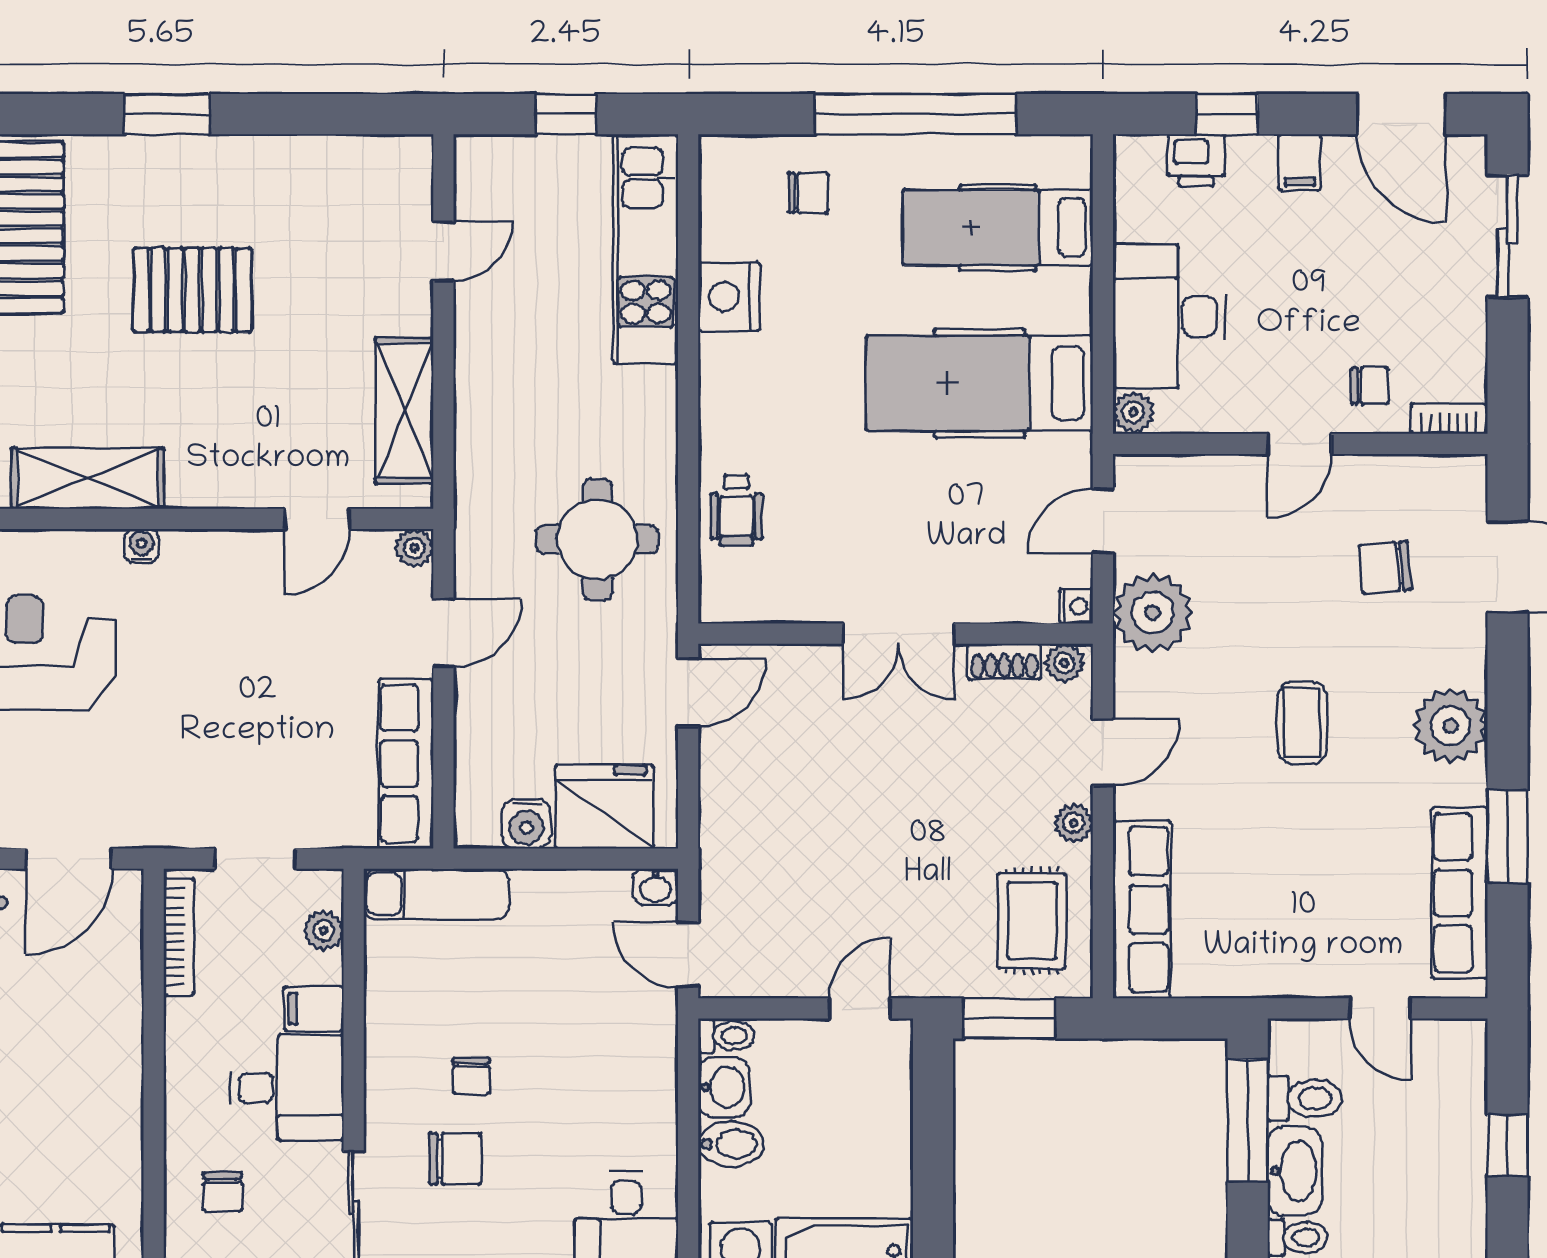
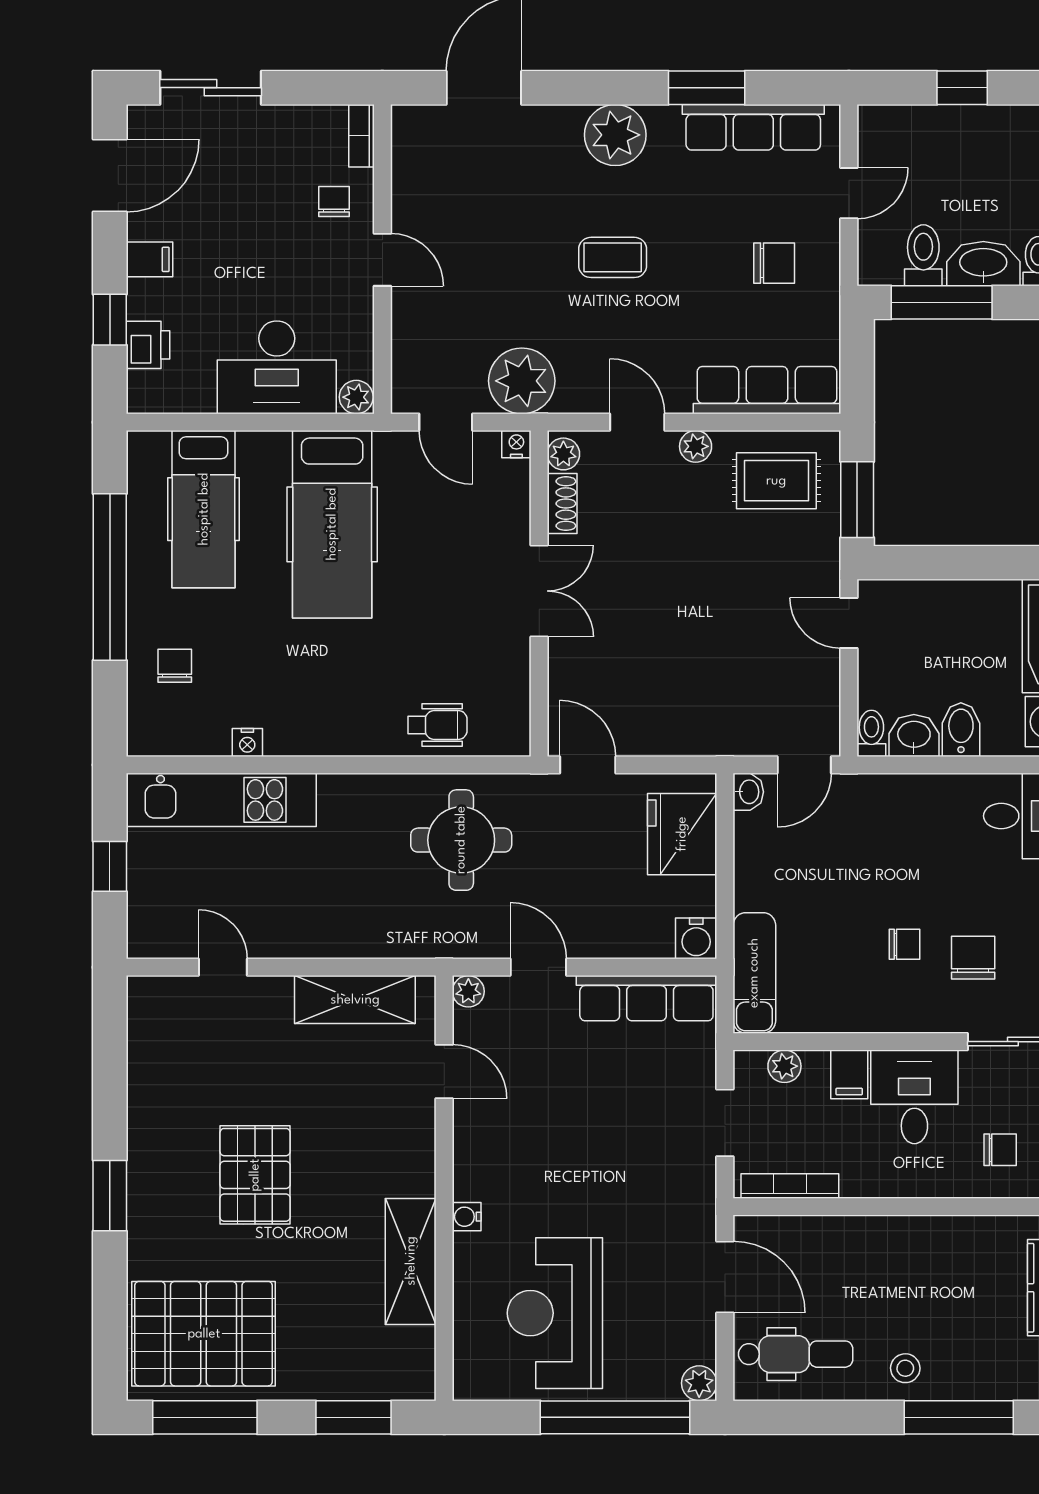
nightstand: (729, 297) -> (247, 742), width x0.53, depth x0.56
chair: (1385, 568) -> (774, 263), moved, turned -85
water cooler: (526, 824) -> (696, 938), moved, turned 90

